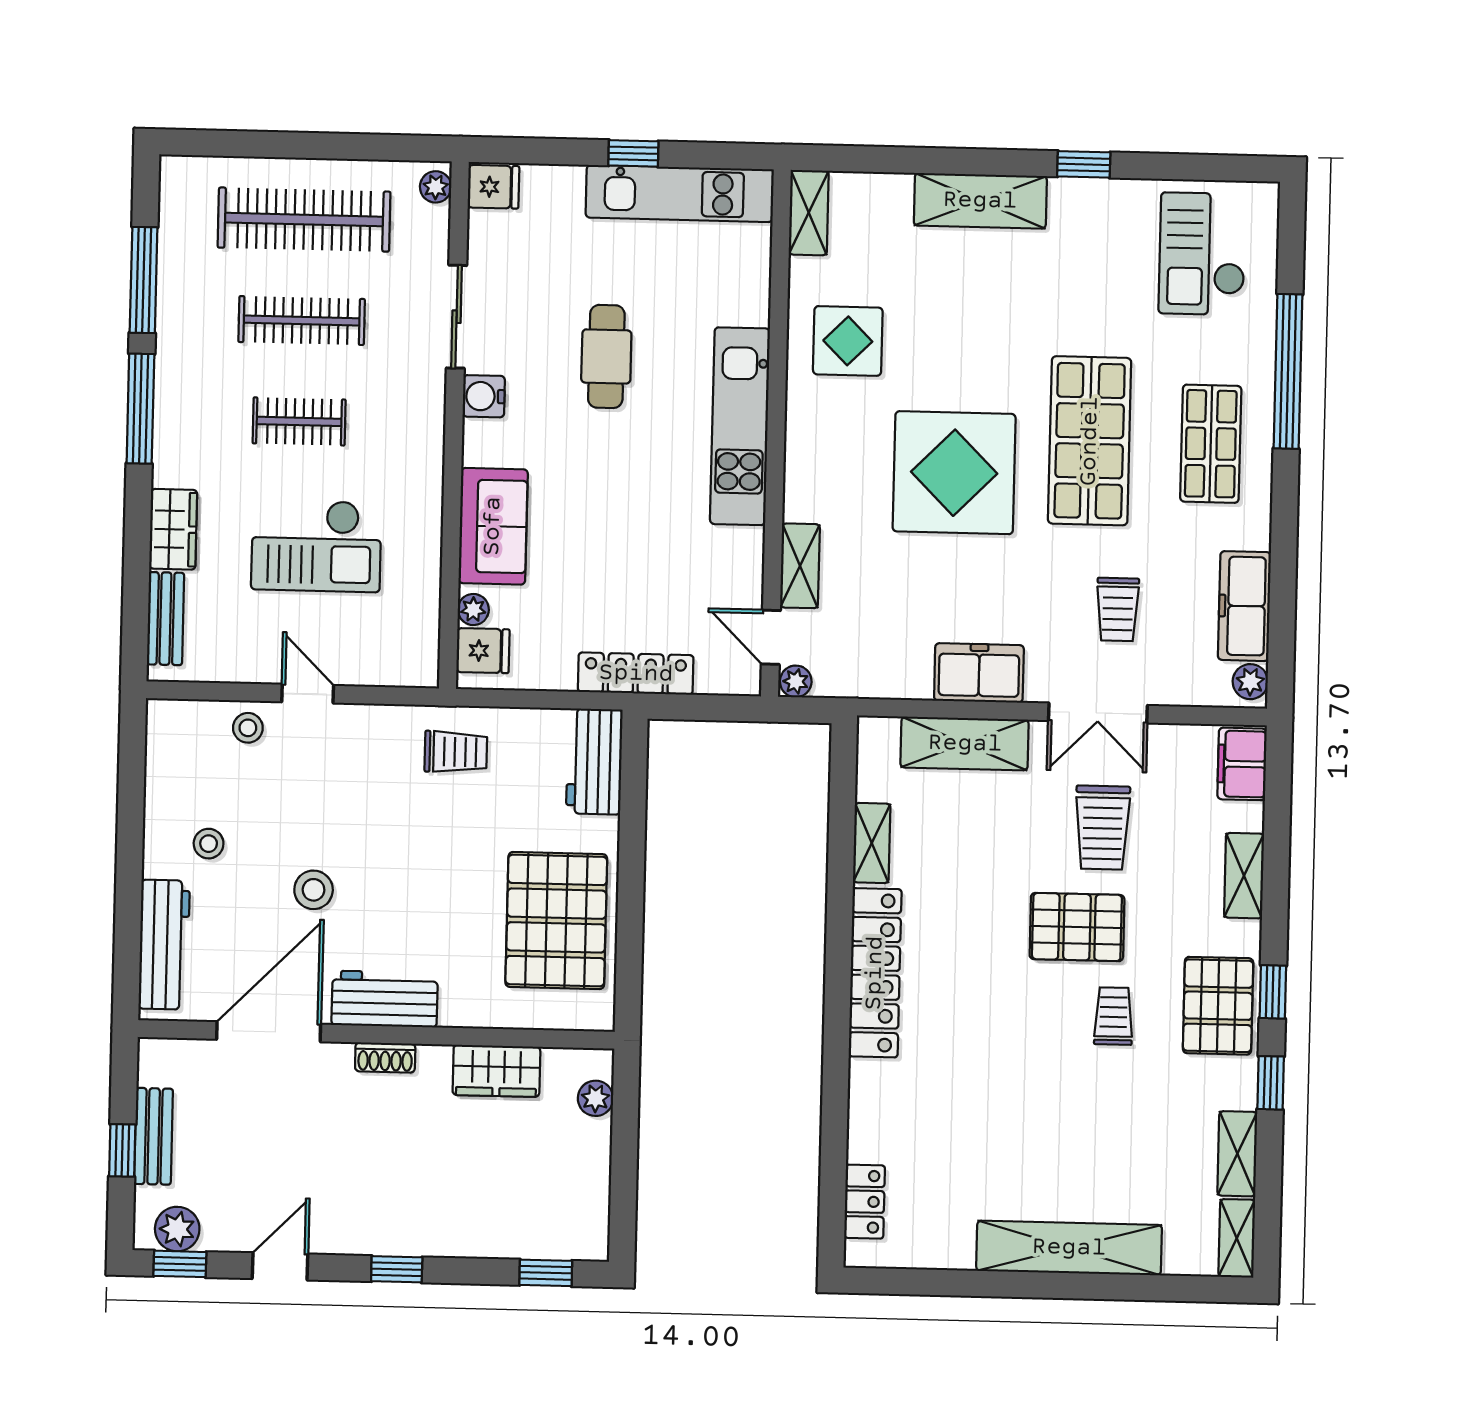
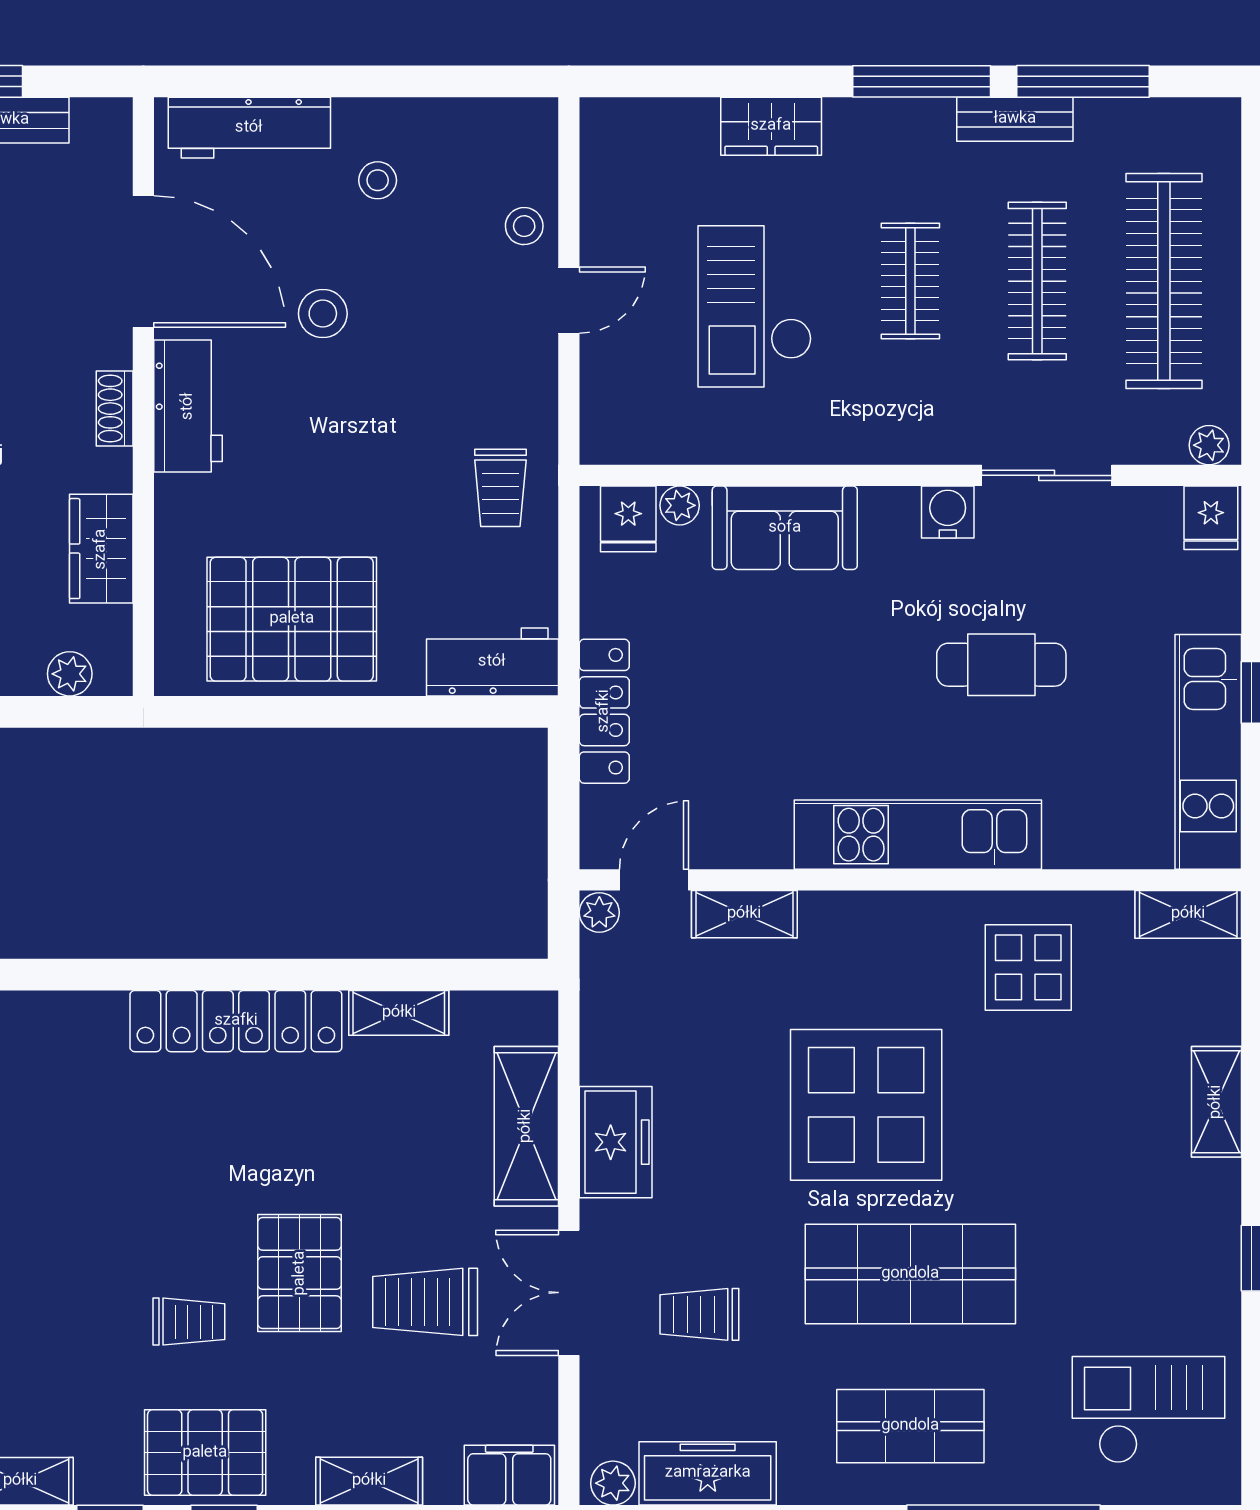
shelving: (980, 201) -> (1216, 1102), width x0.67, depth x0.75
bench: (165, 619) -> (1015, 119), moved

